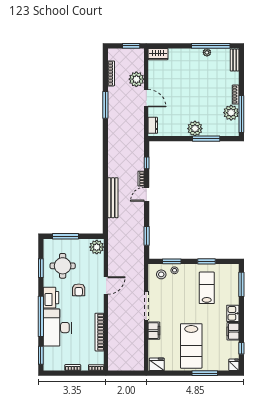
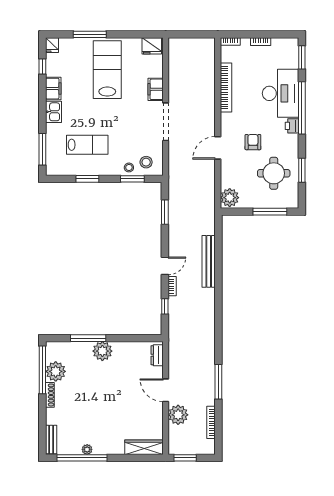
wardrobe: (158, 54) -> (144, 447), width x1.50
lab bench: (207, 288) -> (87, 145), turned -90
printer: (51, 298) -> (292, 126), width x0.53, depth x0.68

